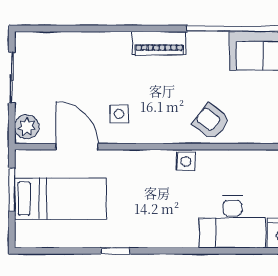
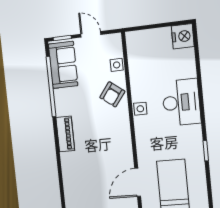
side table: (119, 114) -> (117, 65), moved
desk: (232, 222) -> (181, 102), moved

